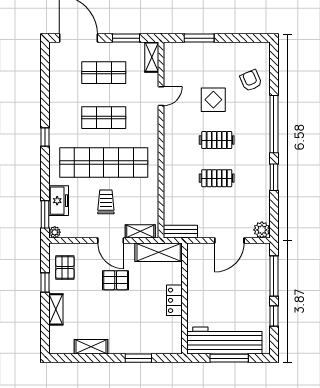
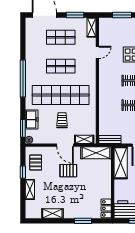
window: (45, 137) -> (23, 79), width x3.17
shelving: (197, 268) -> (121, 163), added
locker: (174, 300) -> (106, 208), moved

